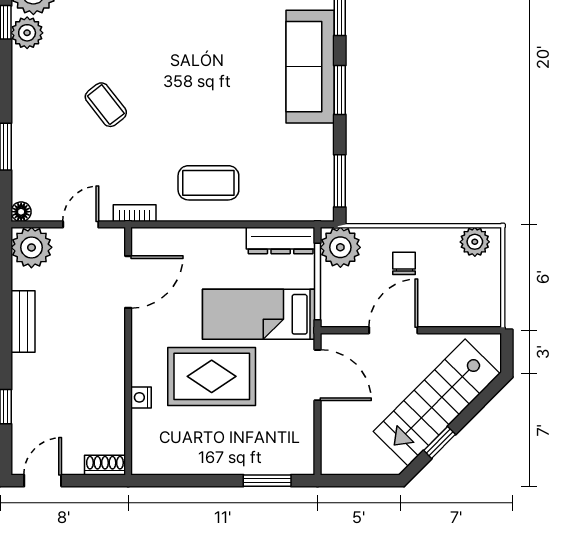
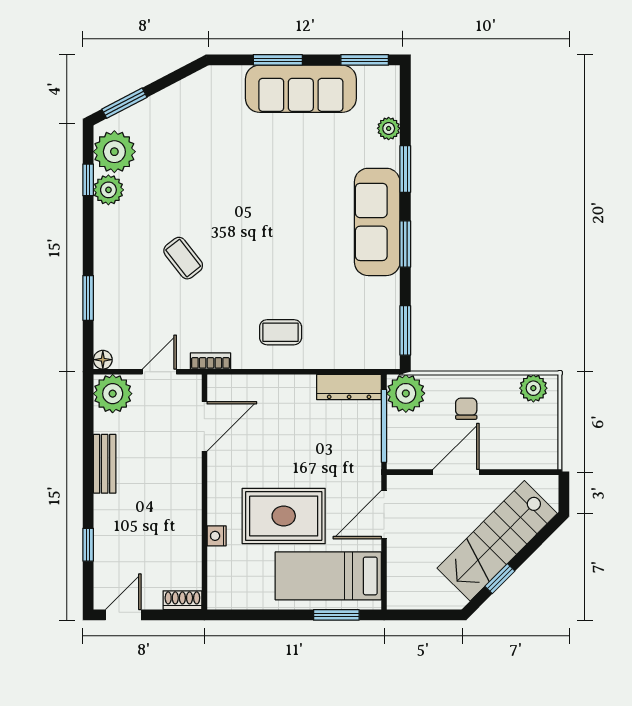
coffee table: (208, 183) -> (281, 332), width x0.73, depth x0.77
bed: (259, 314) -> (328, 576), moved
door: (318, 375) -> (384, 515), swing flipped

